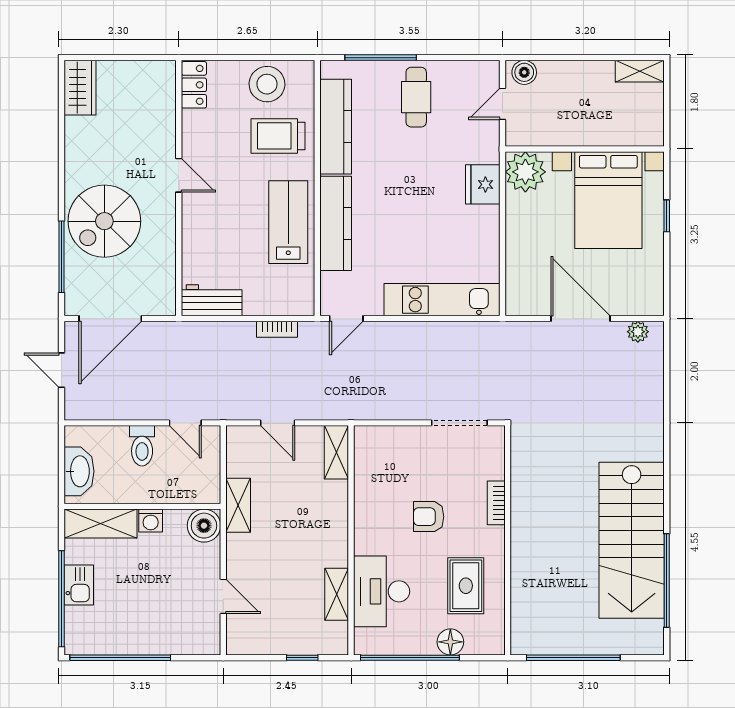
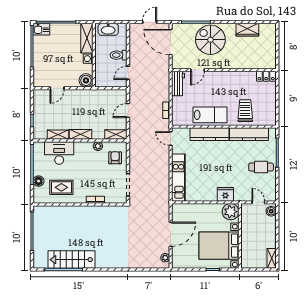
stool: (267, 84) -> (266, 106), removed
wardrobe: (80, 88) -> (247, 30), moved
door: (179, 175) -> (197, 70), moved
plant: (365, 496) -> (98, 146), added
shelving: (238, 505) -> (81, 134), moved
armchair: (429, 517) -> (115, 158), moved
stairs: (632, 540) -> (71, 260), width x0.73, depth x0.66
kitchen sink: (79, 585) -> (41, 29), moved

